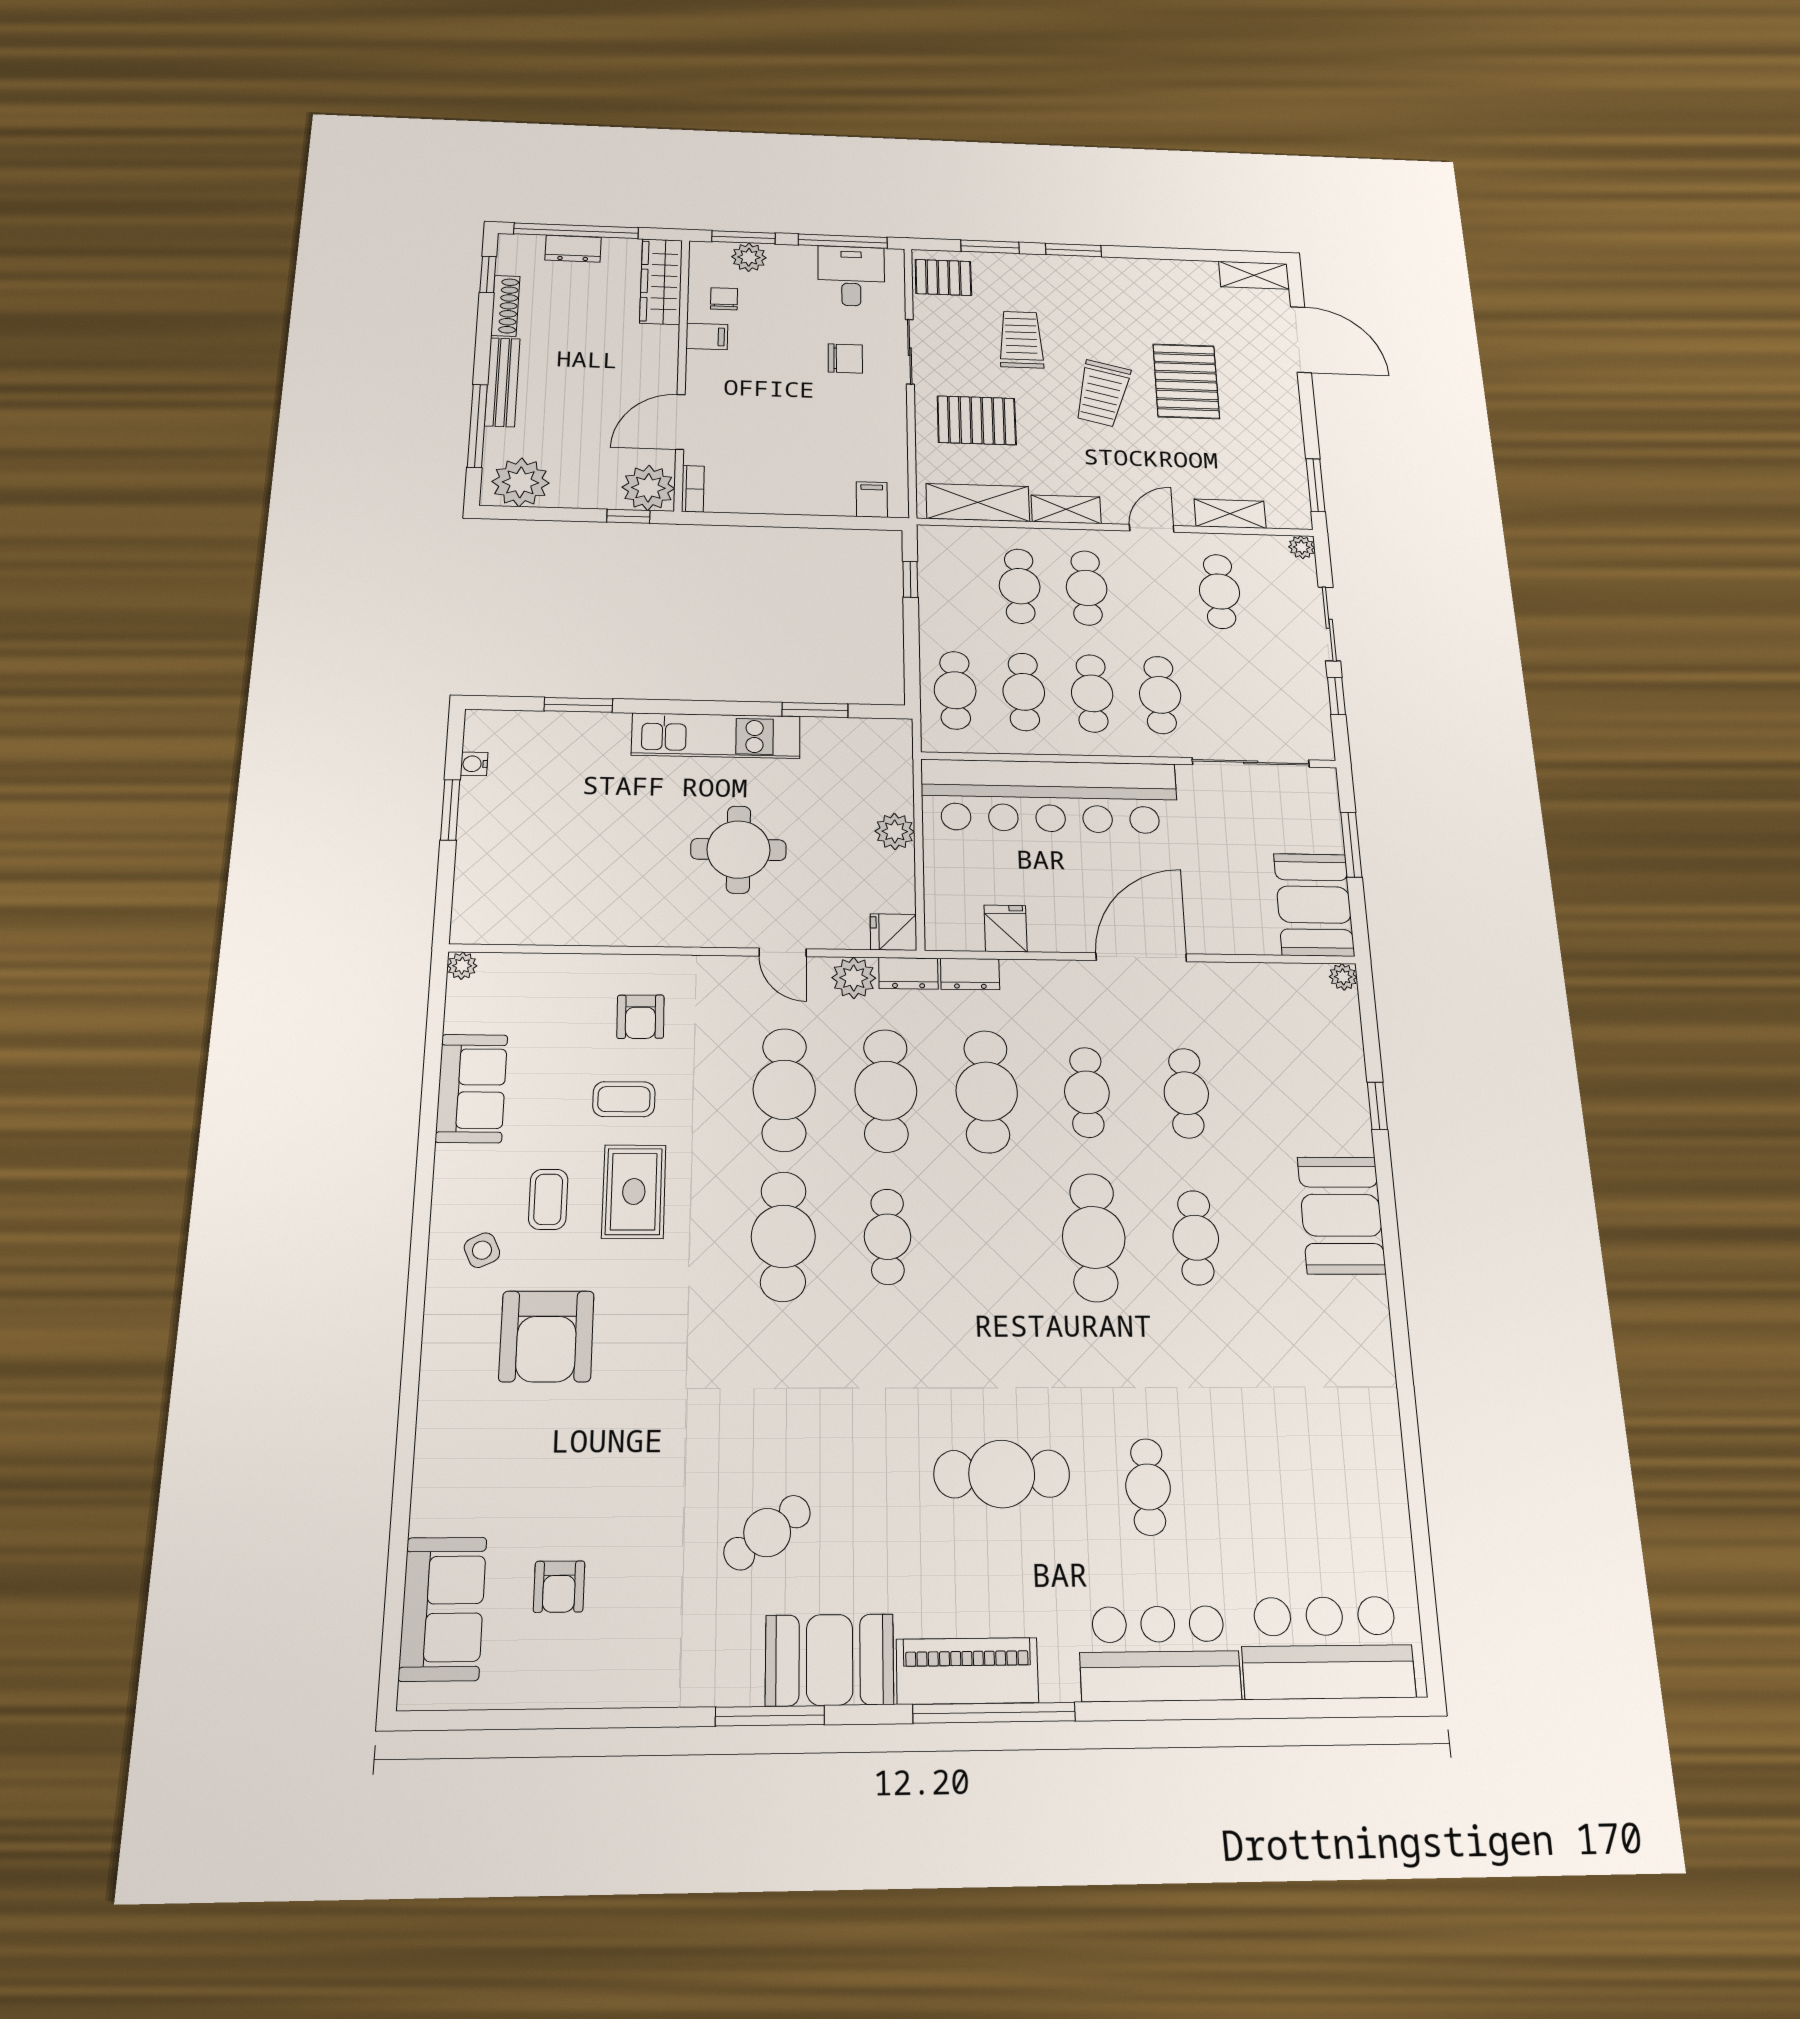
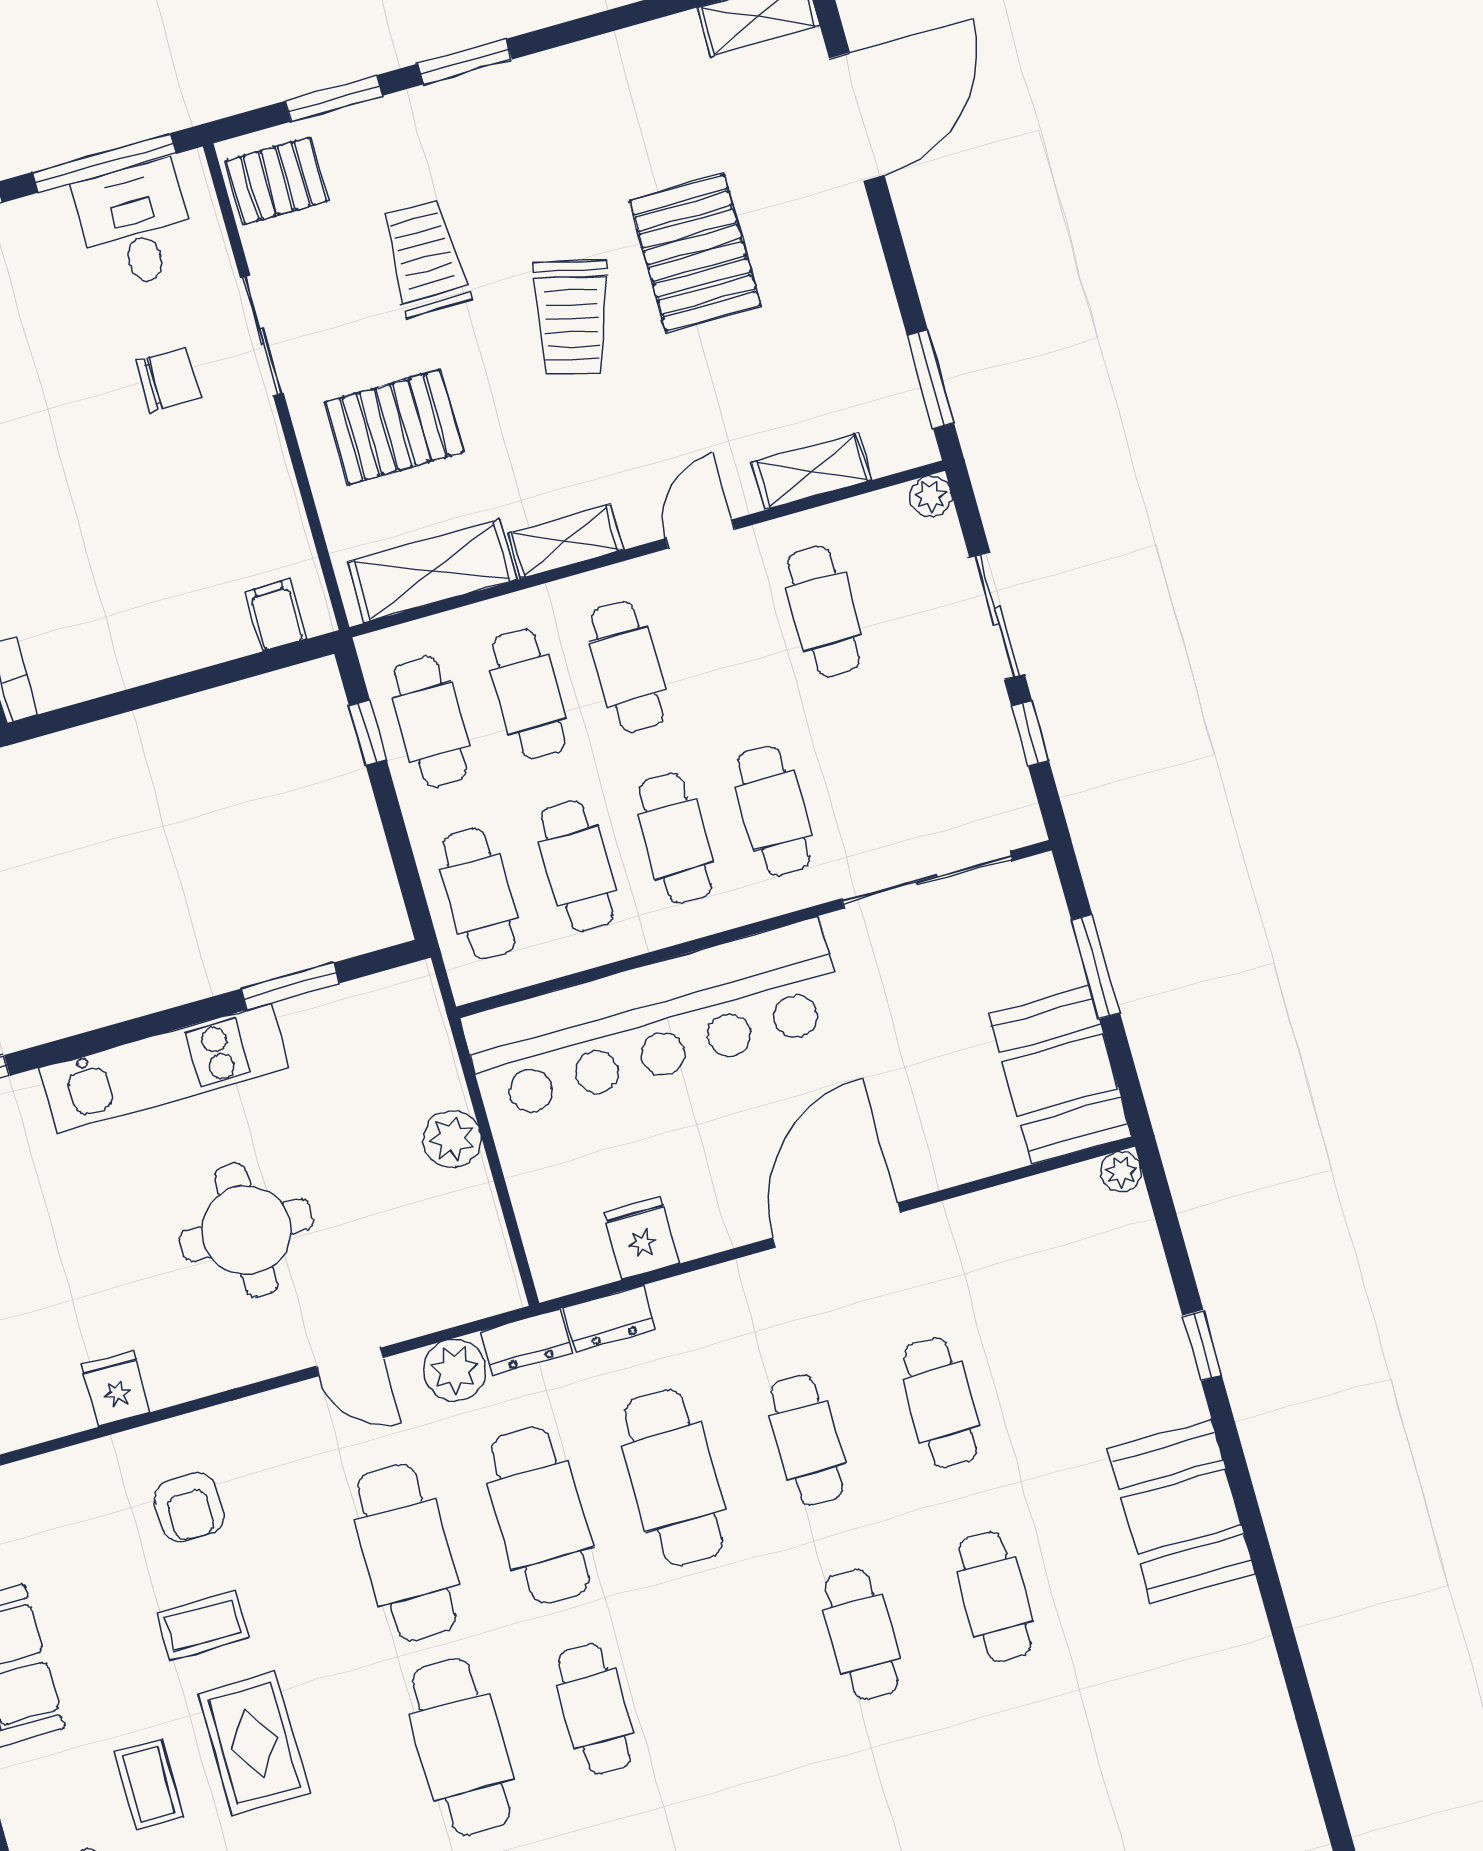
door: (1301, 339) -> (857, 117), hinge flipped
cafe table: (952, 584) -> (431, 722), added
fridge: (894, 932) -> (116, 1388), moved, turned 90
cafe table: (1094, 1237) -> (861, 1634), width x0.73, depth x0.74

